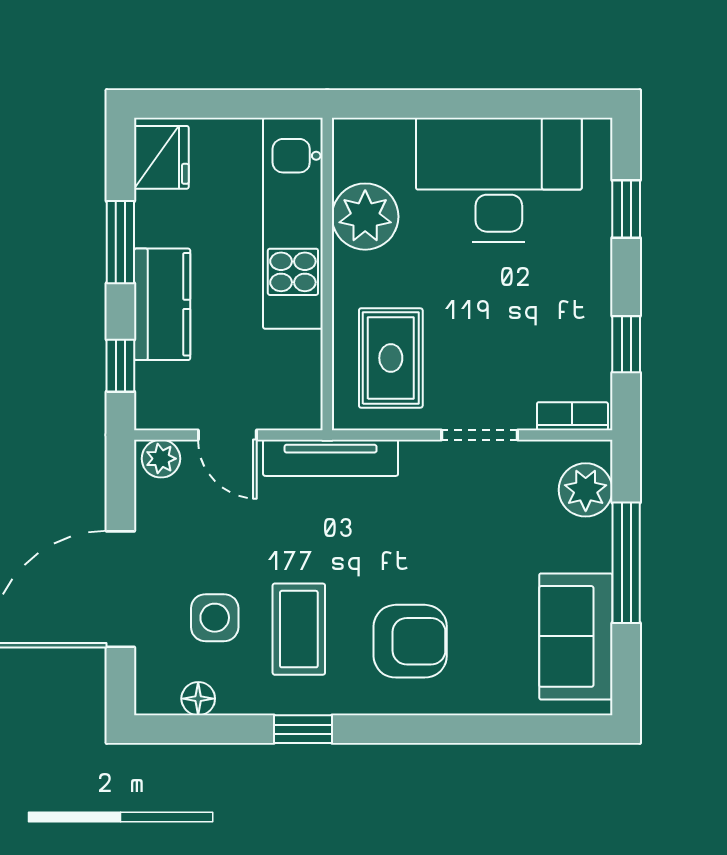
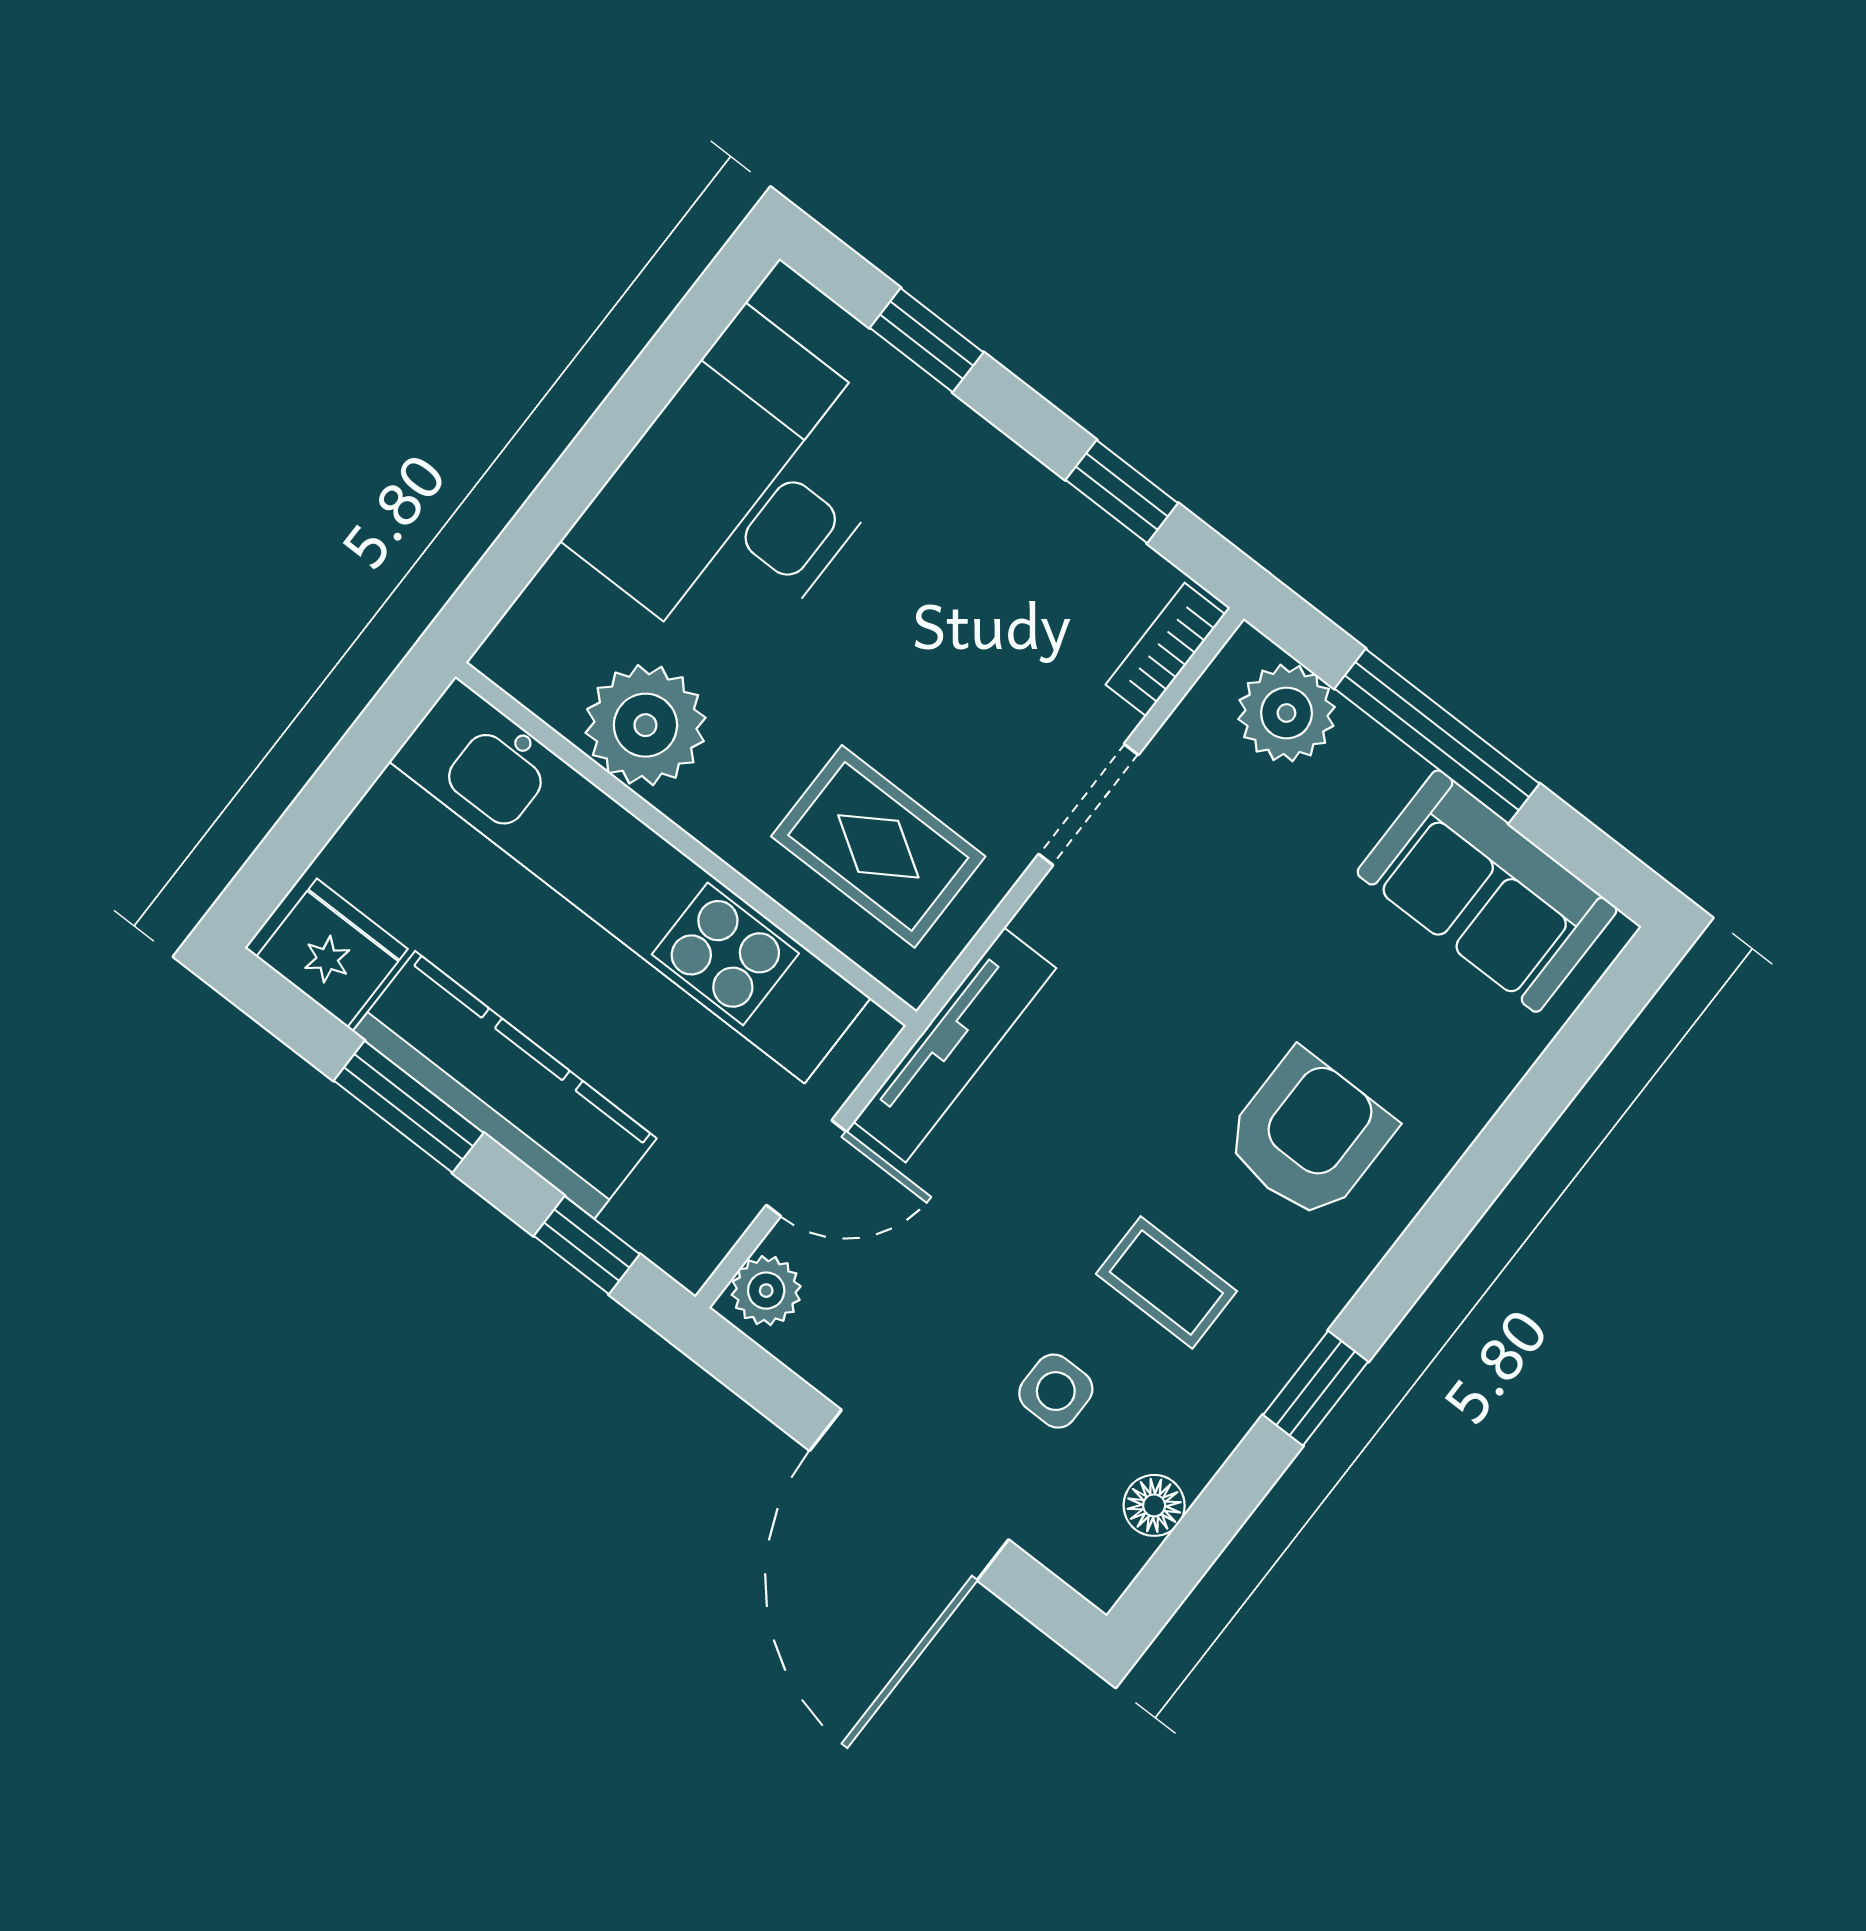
kitchen unit: (293, 223) -> (630, 880), width x1.36
kitchen counter: (162, 304) -> (505, 1085), width x1.50
side table: (215, 618) -> (1056, 1391), width x0.73, depth x0.73
coffee table: (299, 629) -> (1166, 1282), width x0.73, depth x0.77

